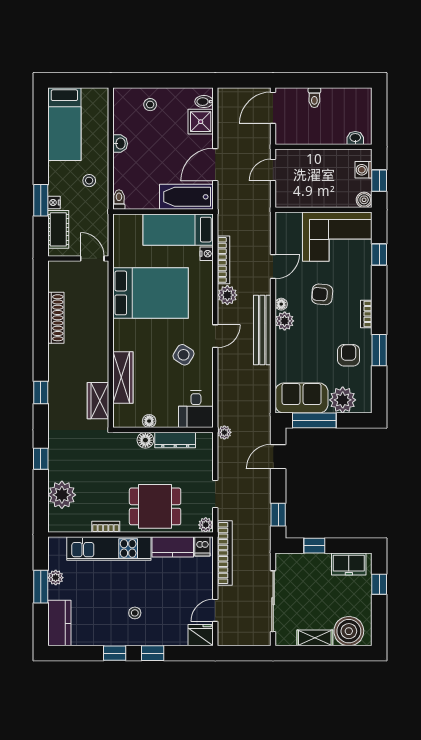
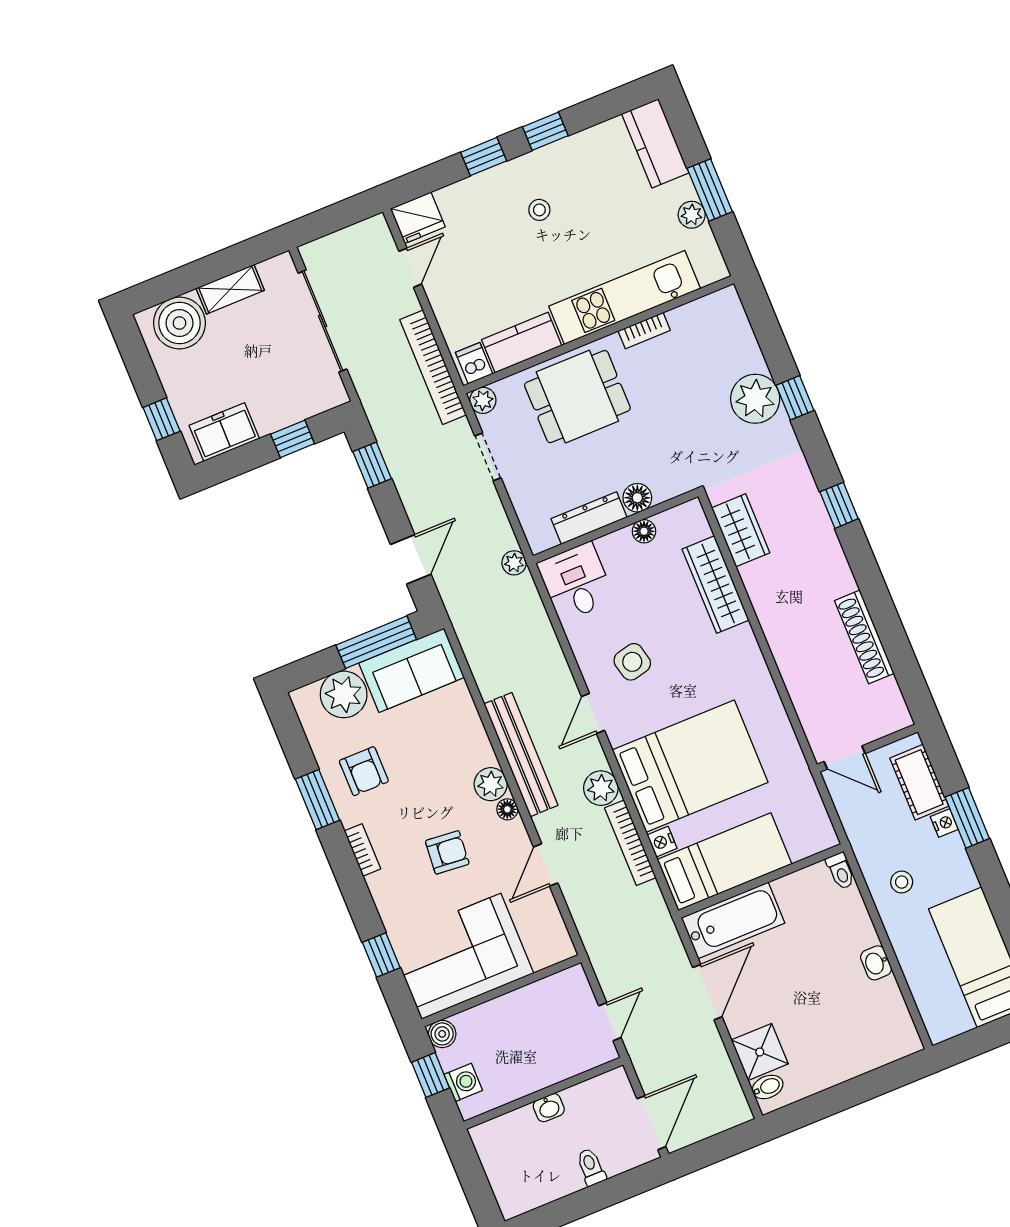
stool: (150, 105) -> (853, 1046), removed
washbasin: (355, 138) -> (549, 1108), moved
bed: (150, 293) -> (690, 766), moved, turned 180
side table: (184, 355) -> (632, 662), turned 45
plant: (62, 495) -> (755, 399), moved

